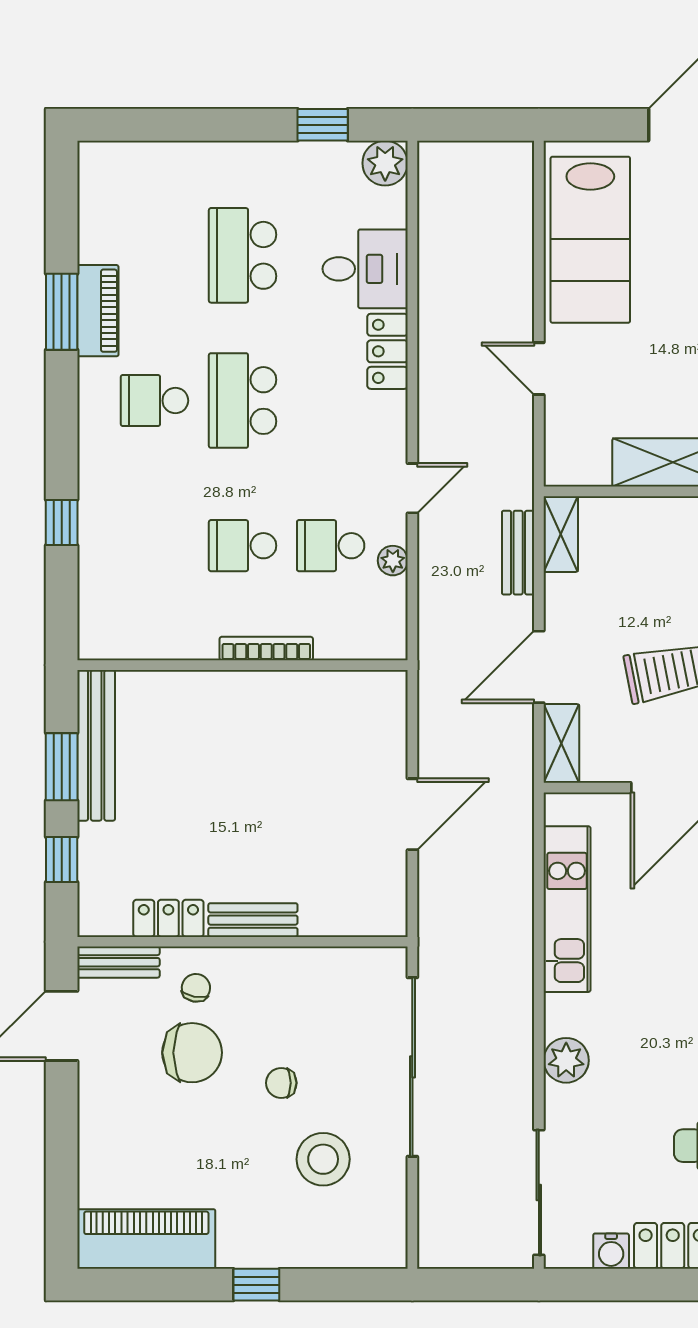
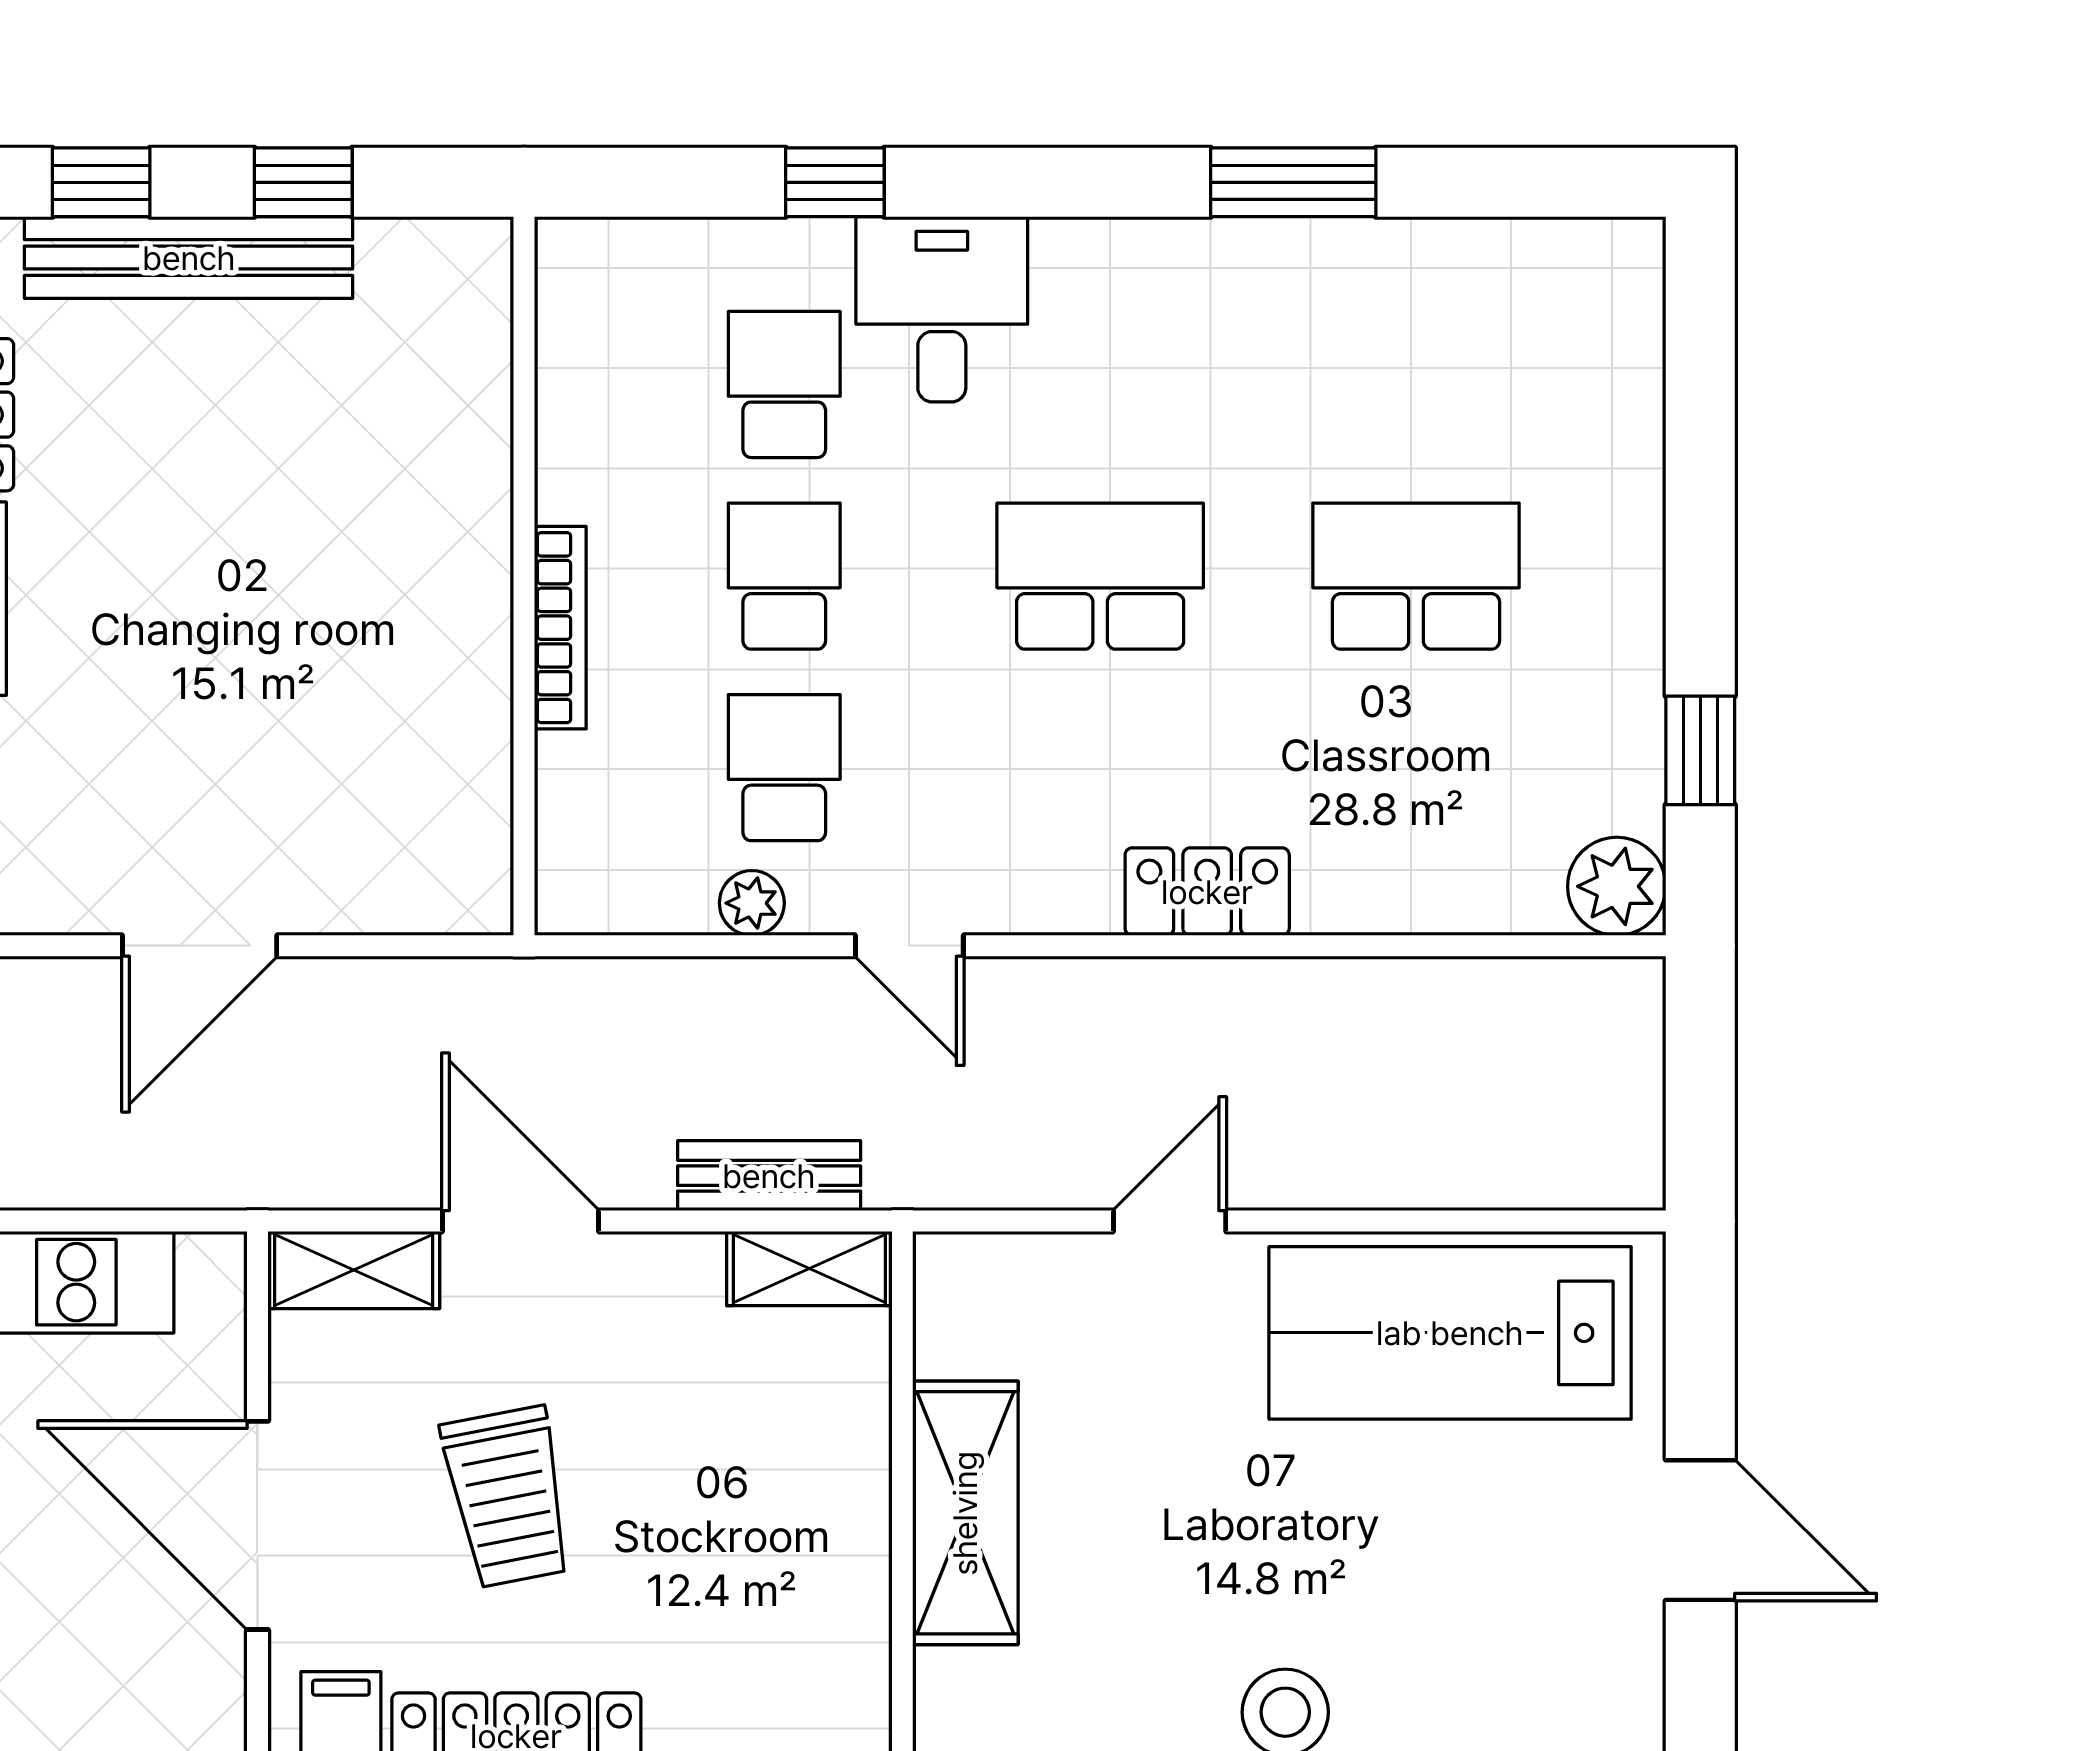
desk: (365, 269) -> (942, 309), moved, turned 180
piano: (98, 311) -> (1296, 261), removed
school desk: (155, 401) -> (784, 385), moved
bench: (96, 745) -> (189, 258), moved
window: (62, 767) -> (303, 182), width x0.67
door: (412, 814) -> (200, 946), hinge flipped

